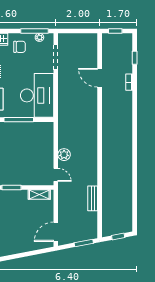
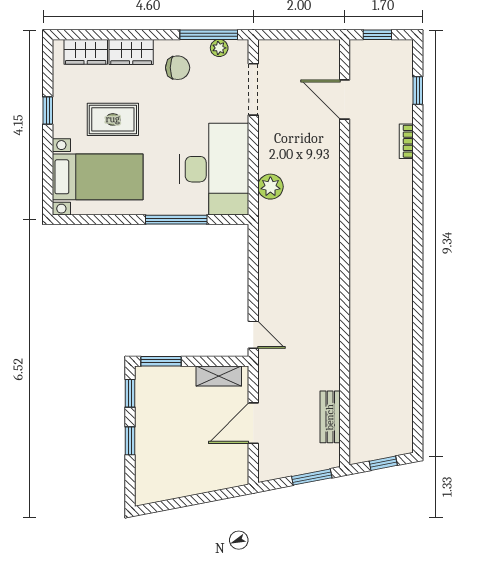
door: (100, 78) -> (345, 100), moved
plant: (64, 155) -> (270, 187), moved
bench: (93, 198) -> (330, 417), moved
door: (56, 232) -> (253, 423), moved

